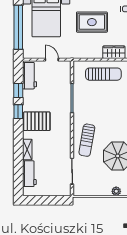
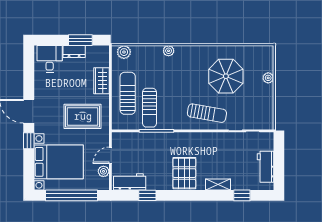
rug: (92, 22) -> (83, 116), moved, turned 90
plant: (38, 54) -> (103, 171), added
sun lounger: (91, 92) -> (150, 108), added
window: (18, 112) -> (242, 195), moved
workbench: (29, 174) -> (266, 167), moved, turned -90

